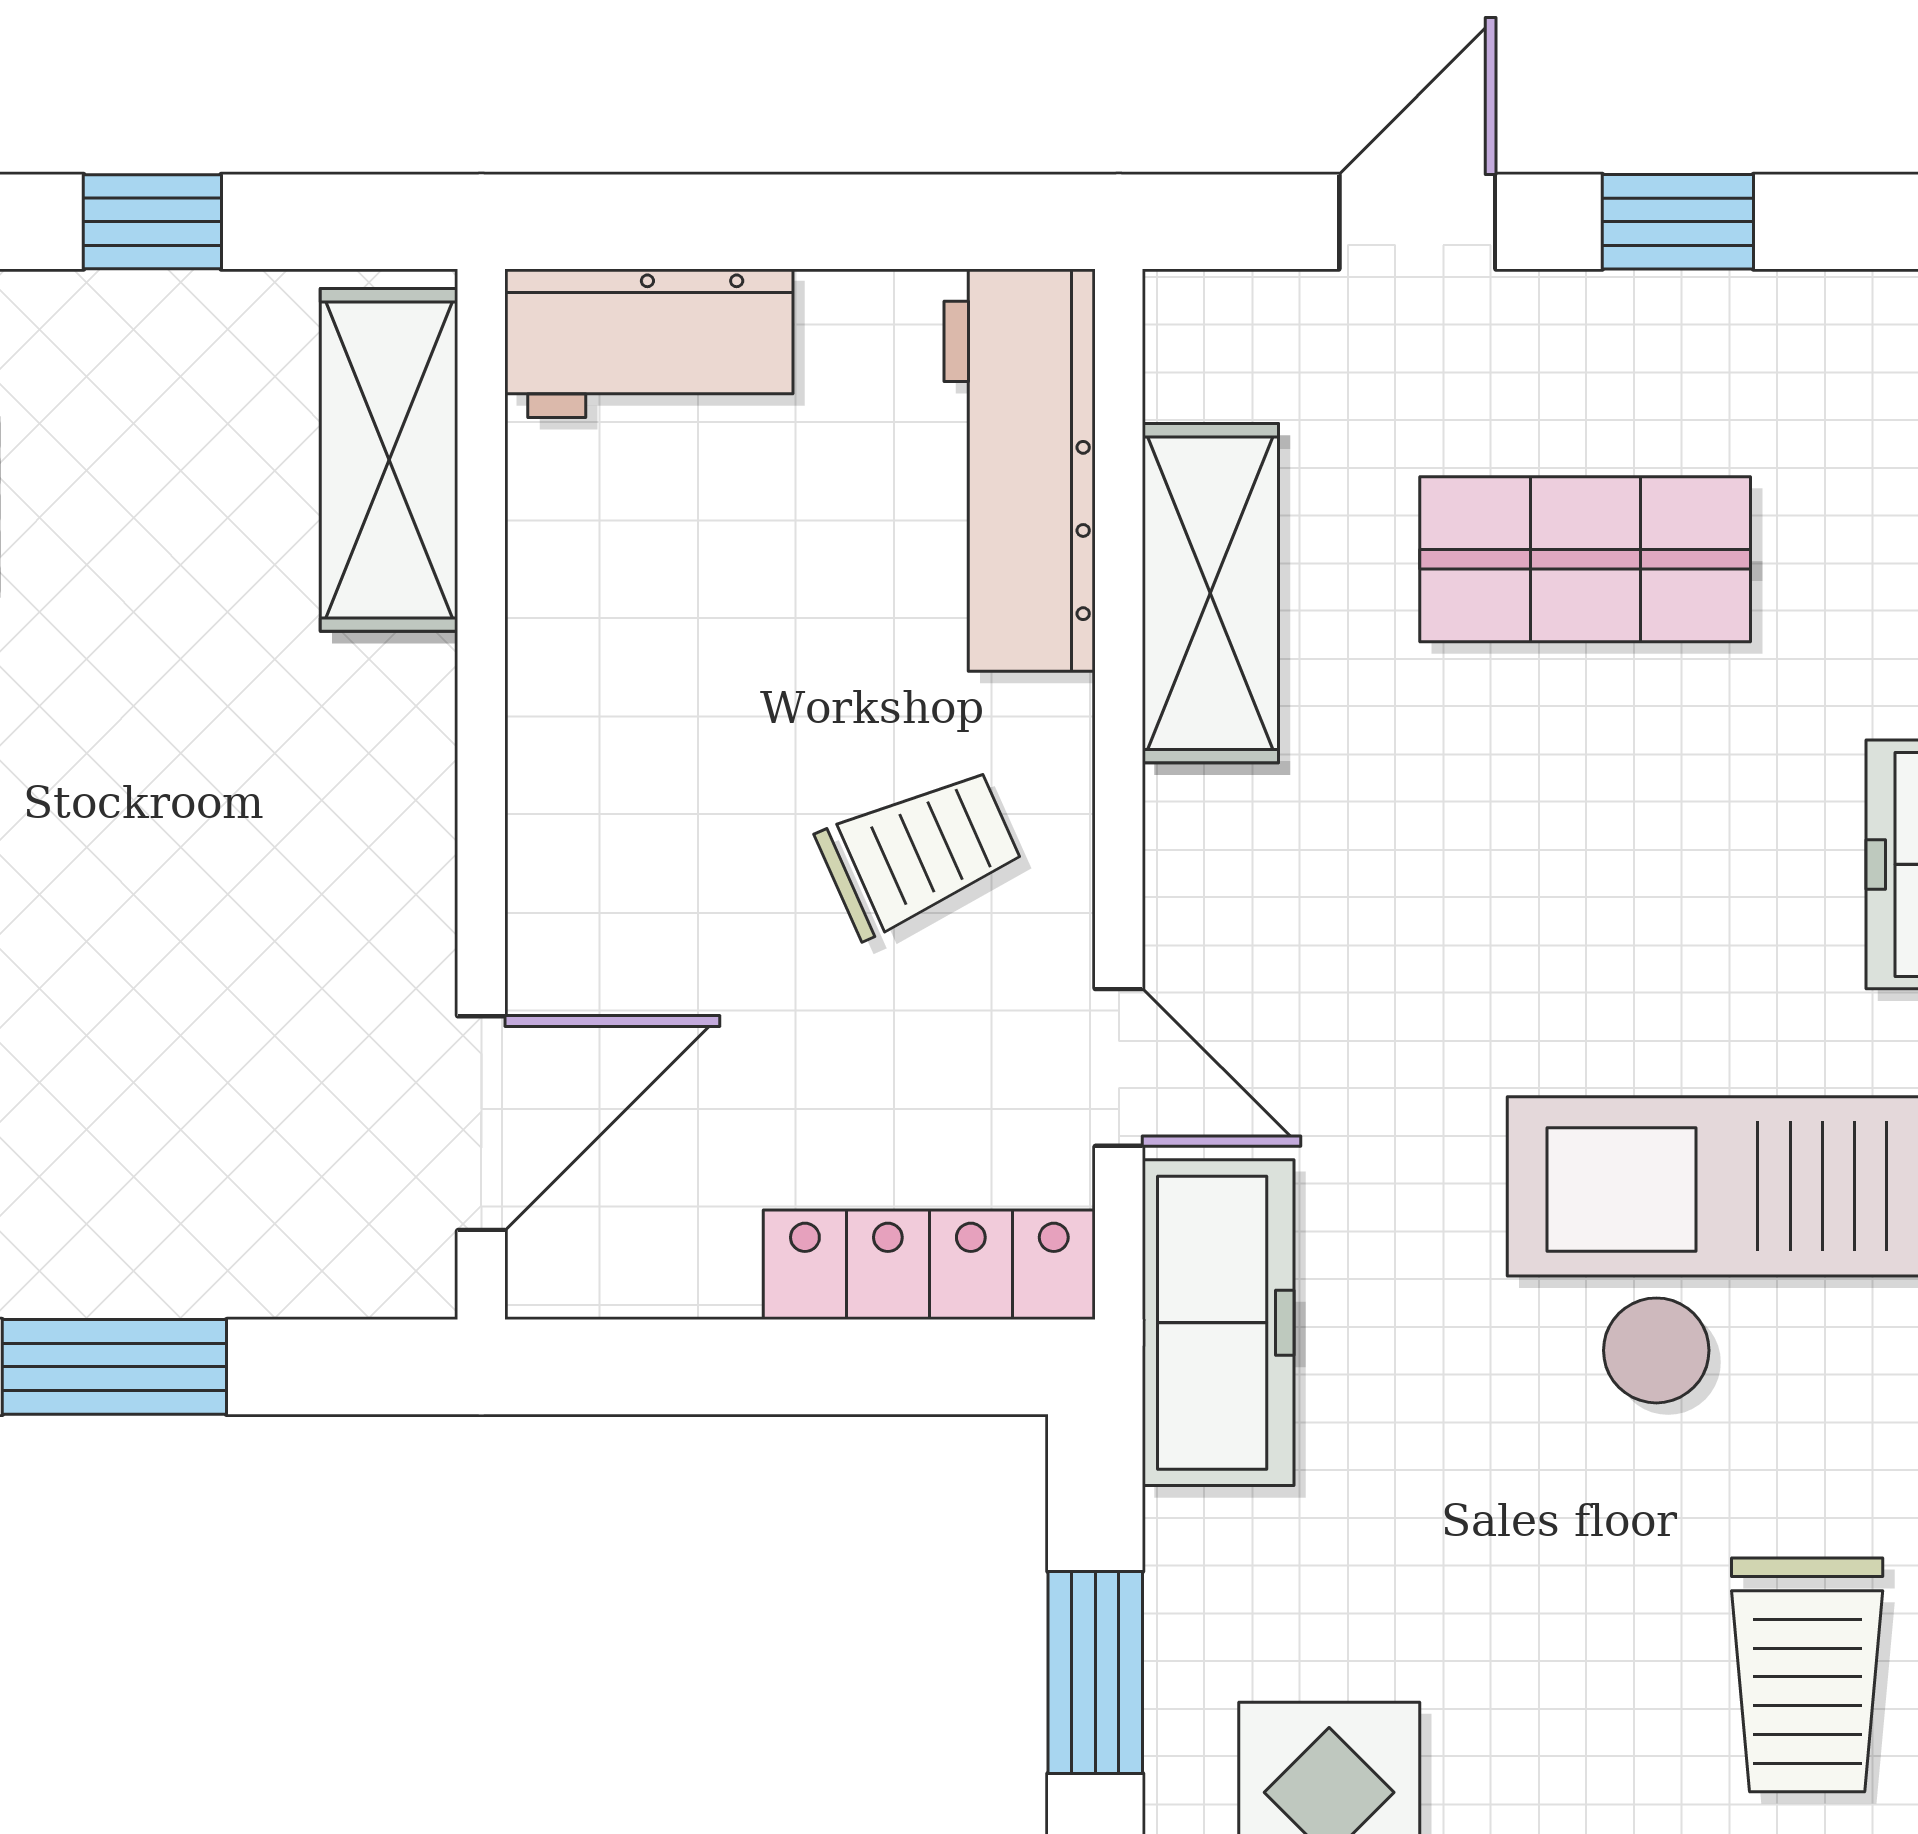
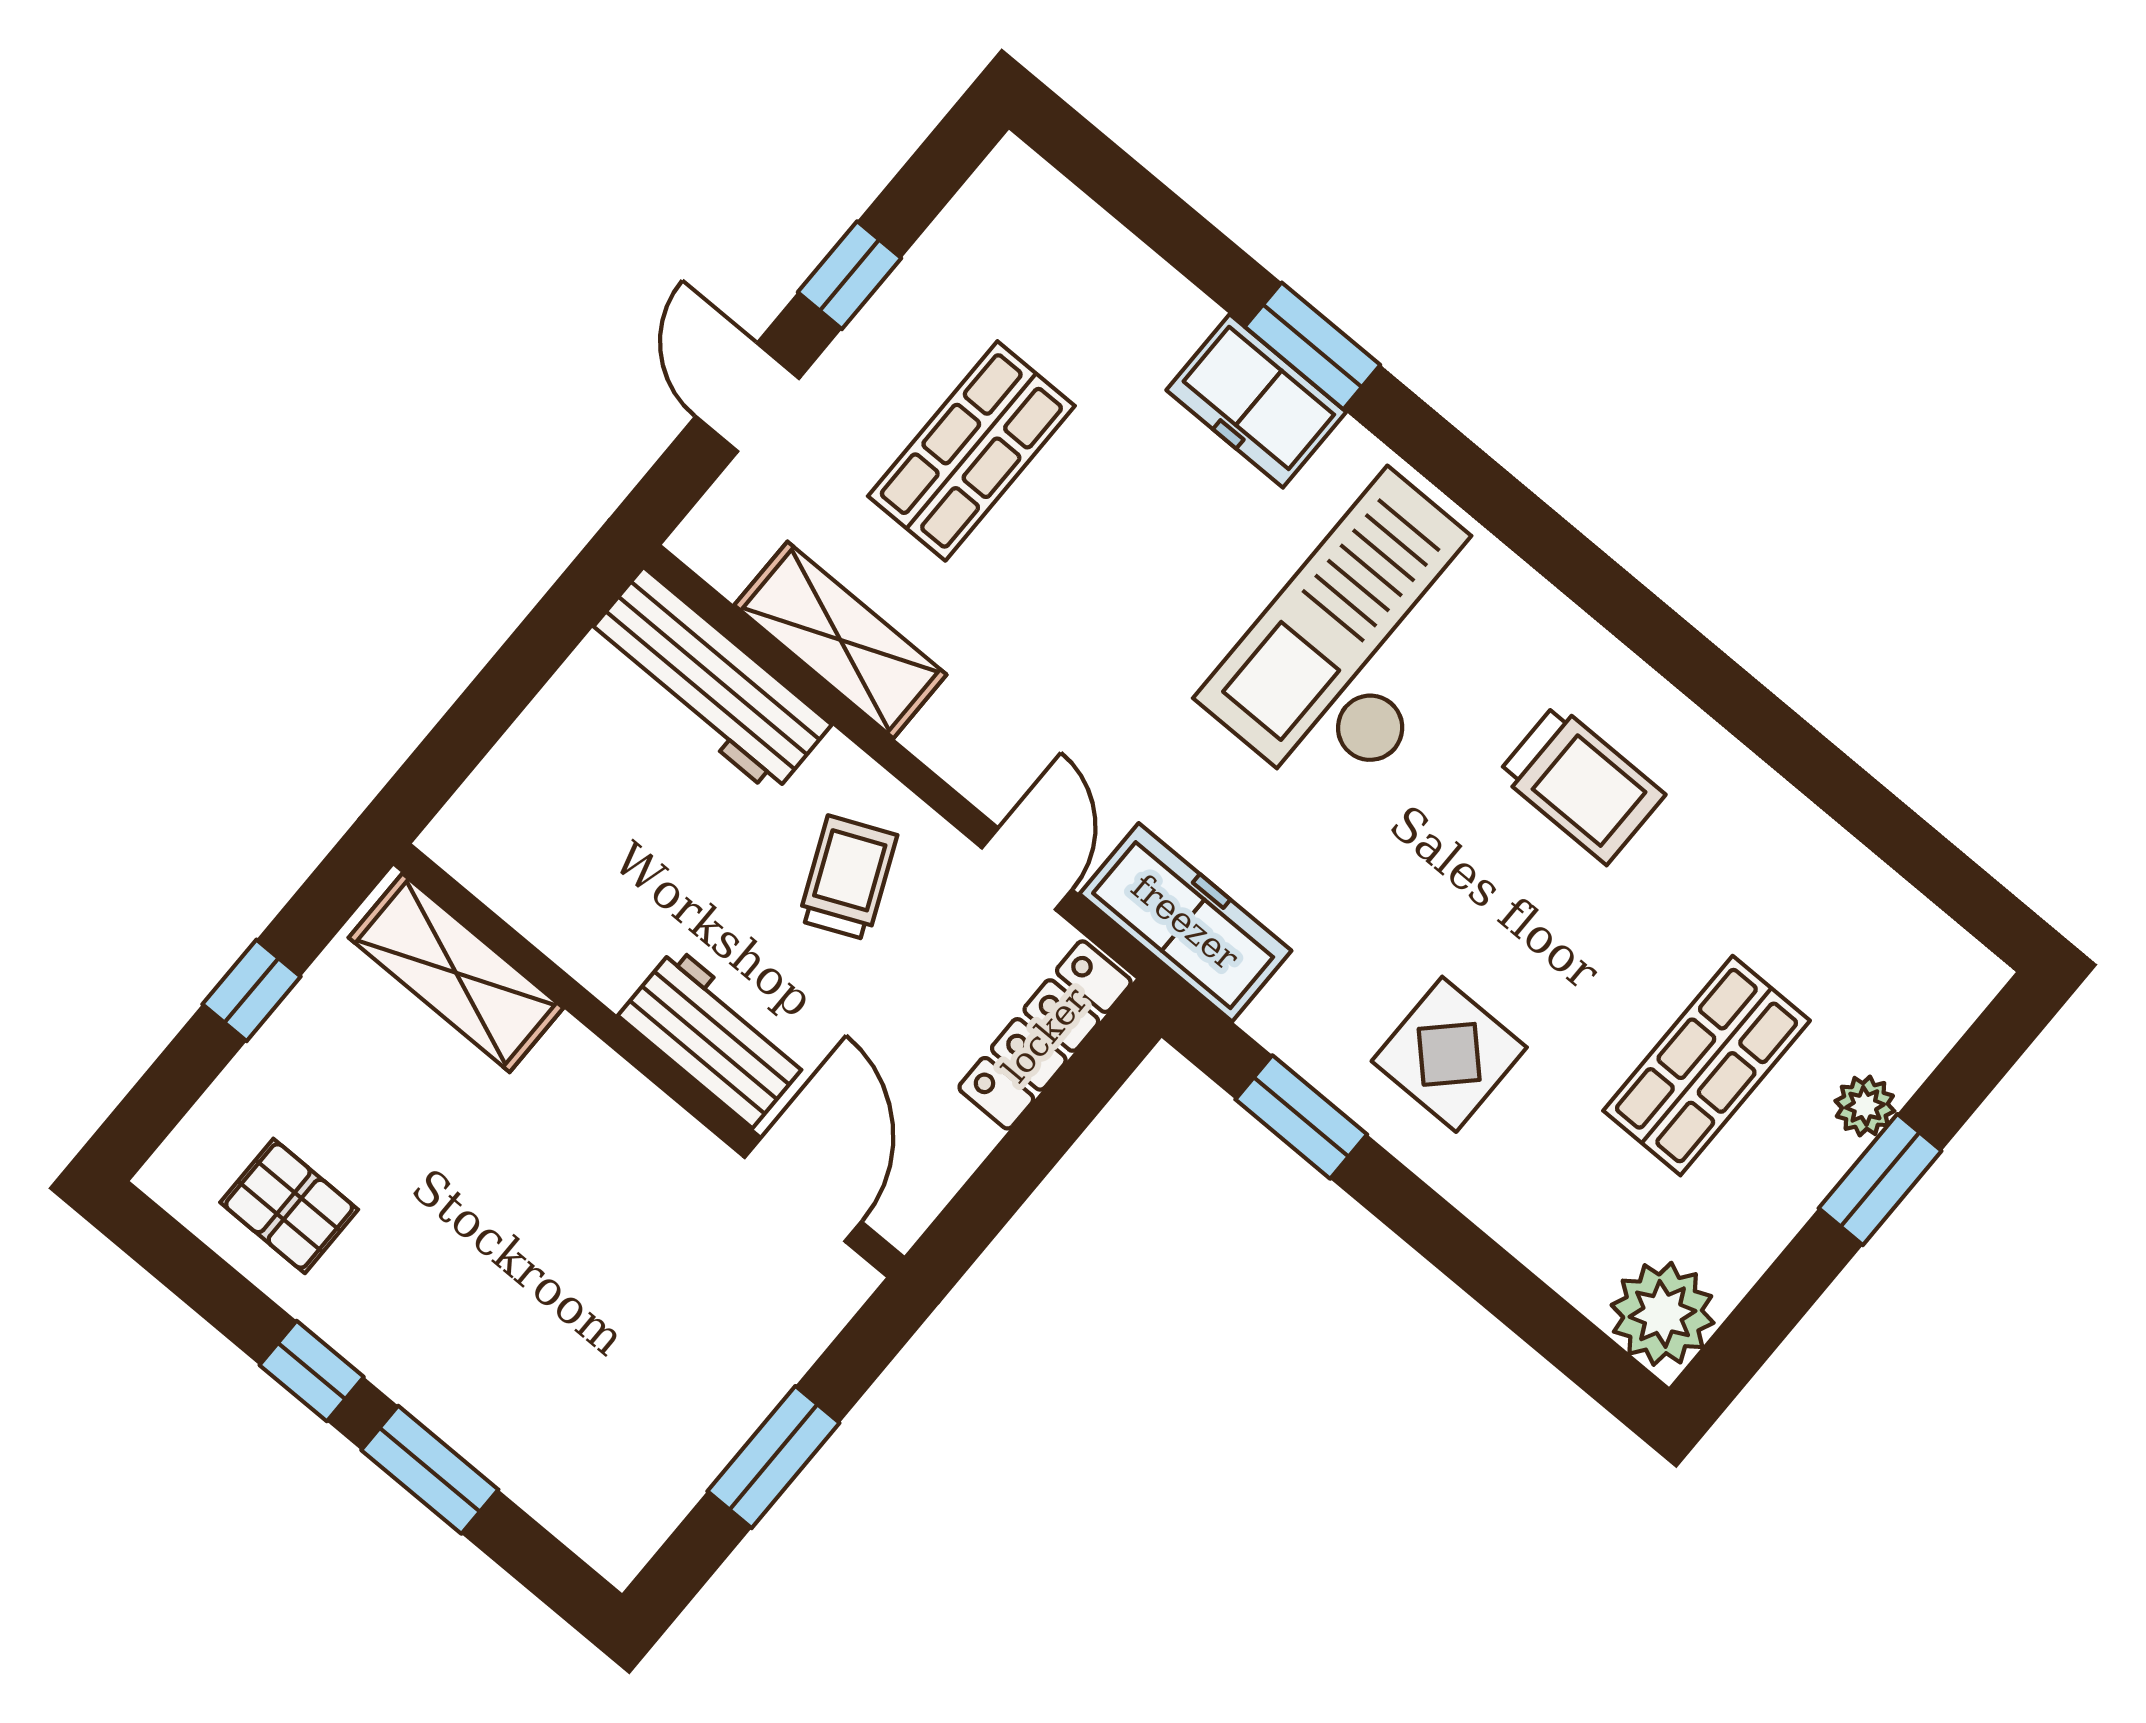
workbench: (649, 343) -> (714, 1037), moved, turned -90
door: (1119, 1067) -> (1027, 869), hinge flipped

